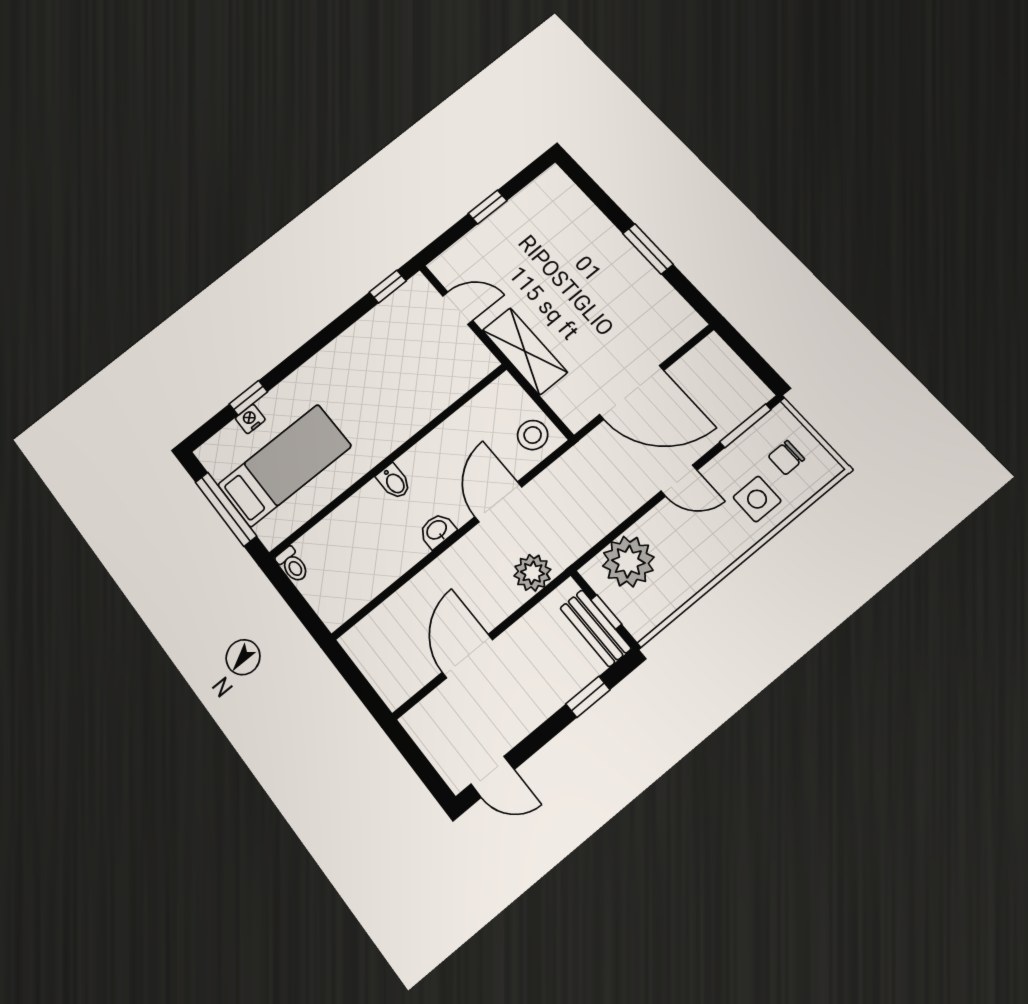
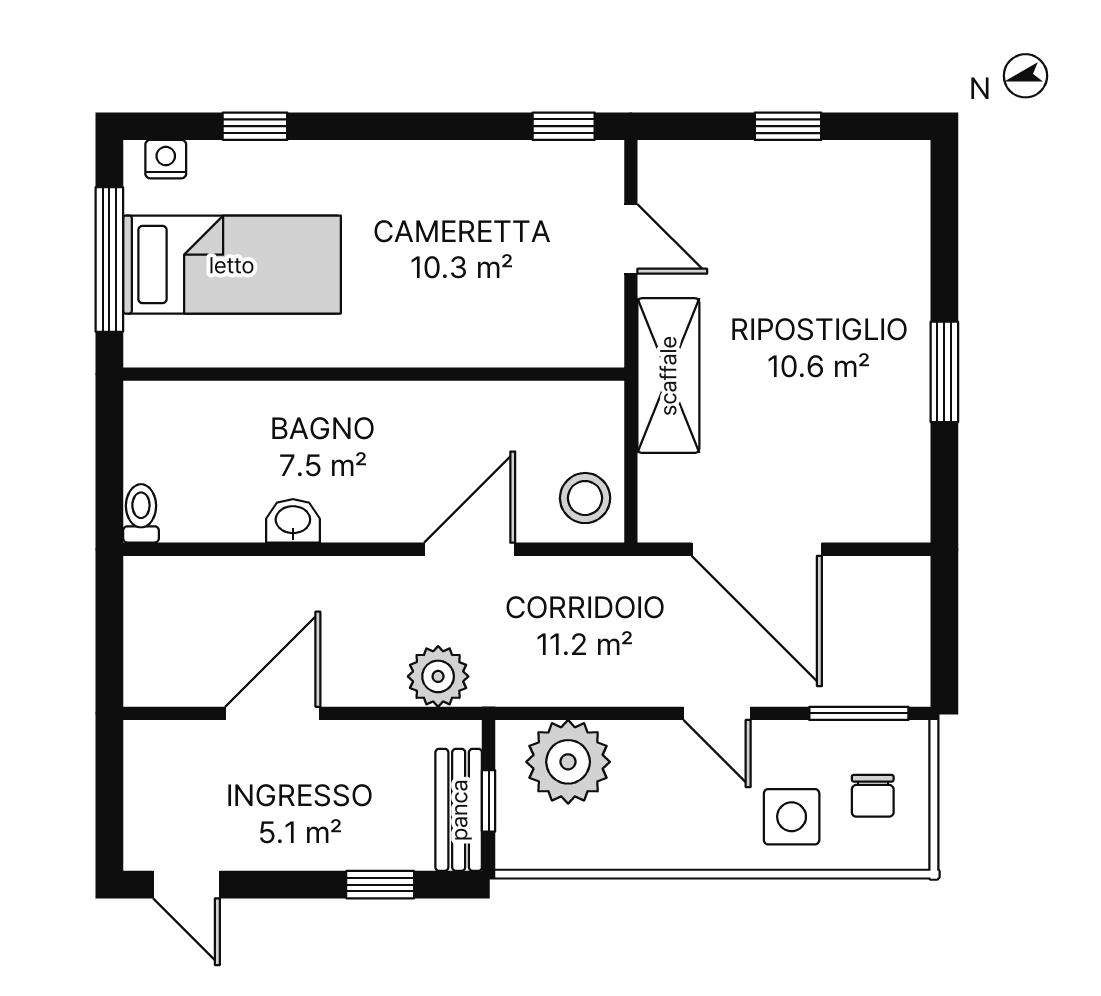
nightstand: (250, 419) -> (166, 159), moved
chair: (786, 458) -> (873, 796), turned -90
bidet: (394, 482) -> (358, 409), removed
washbasin: (437, 530) -> (293, 521), moved
toilet: (292, 565) -> (141, 513), moved, turned 180

